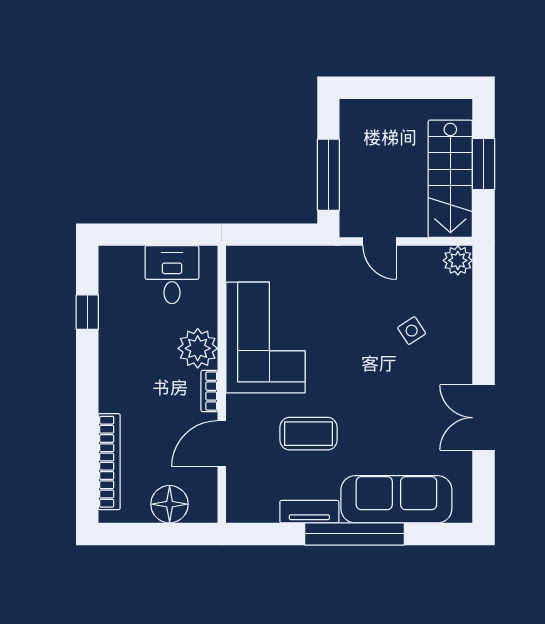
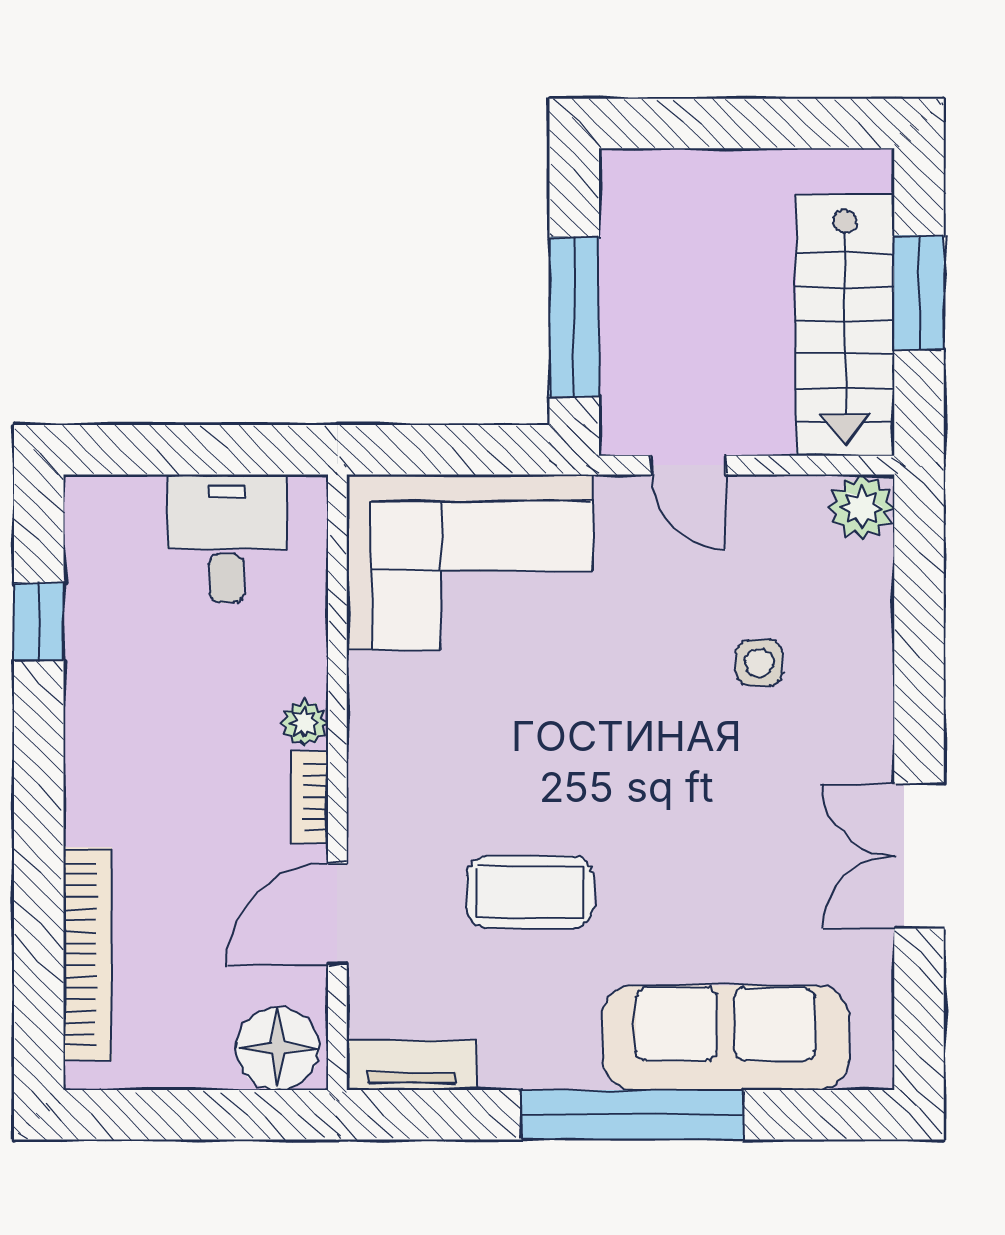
side table: (412, 331) -> (759, 663), turned 33
corner sofa: (265, 337) -> (470, 562), moved, turned 90
plant: (198, 348) -> (305, 723), width x0.53, depth x0.53
floor lamp: (170, 504) -> (278, 1049), moved
tv unit: (309, 512) -> (412, 1065), moved

